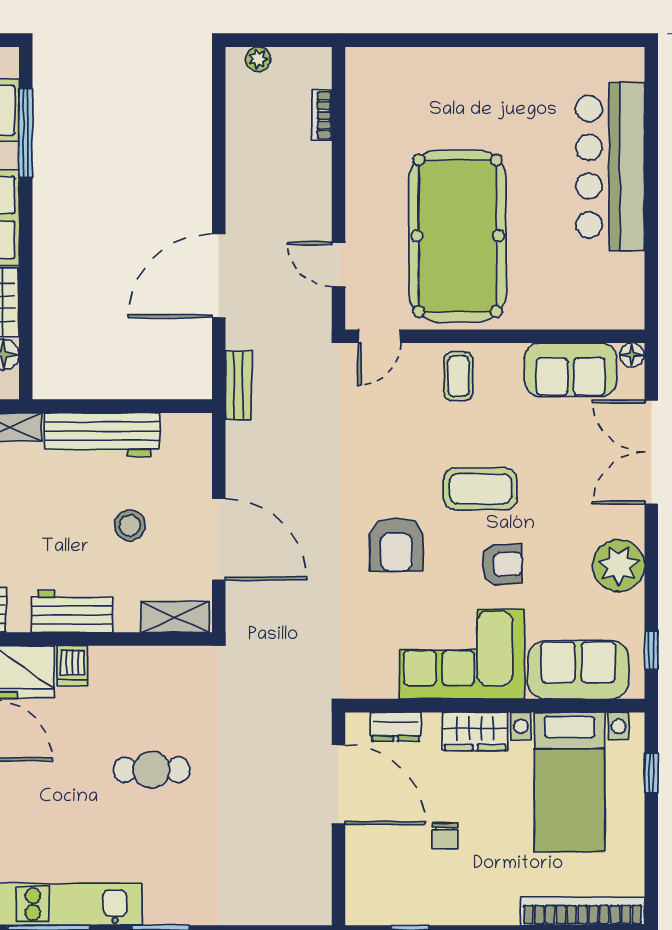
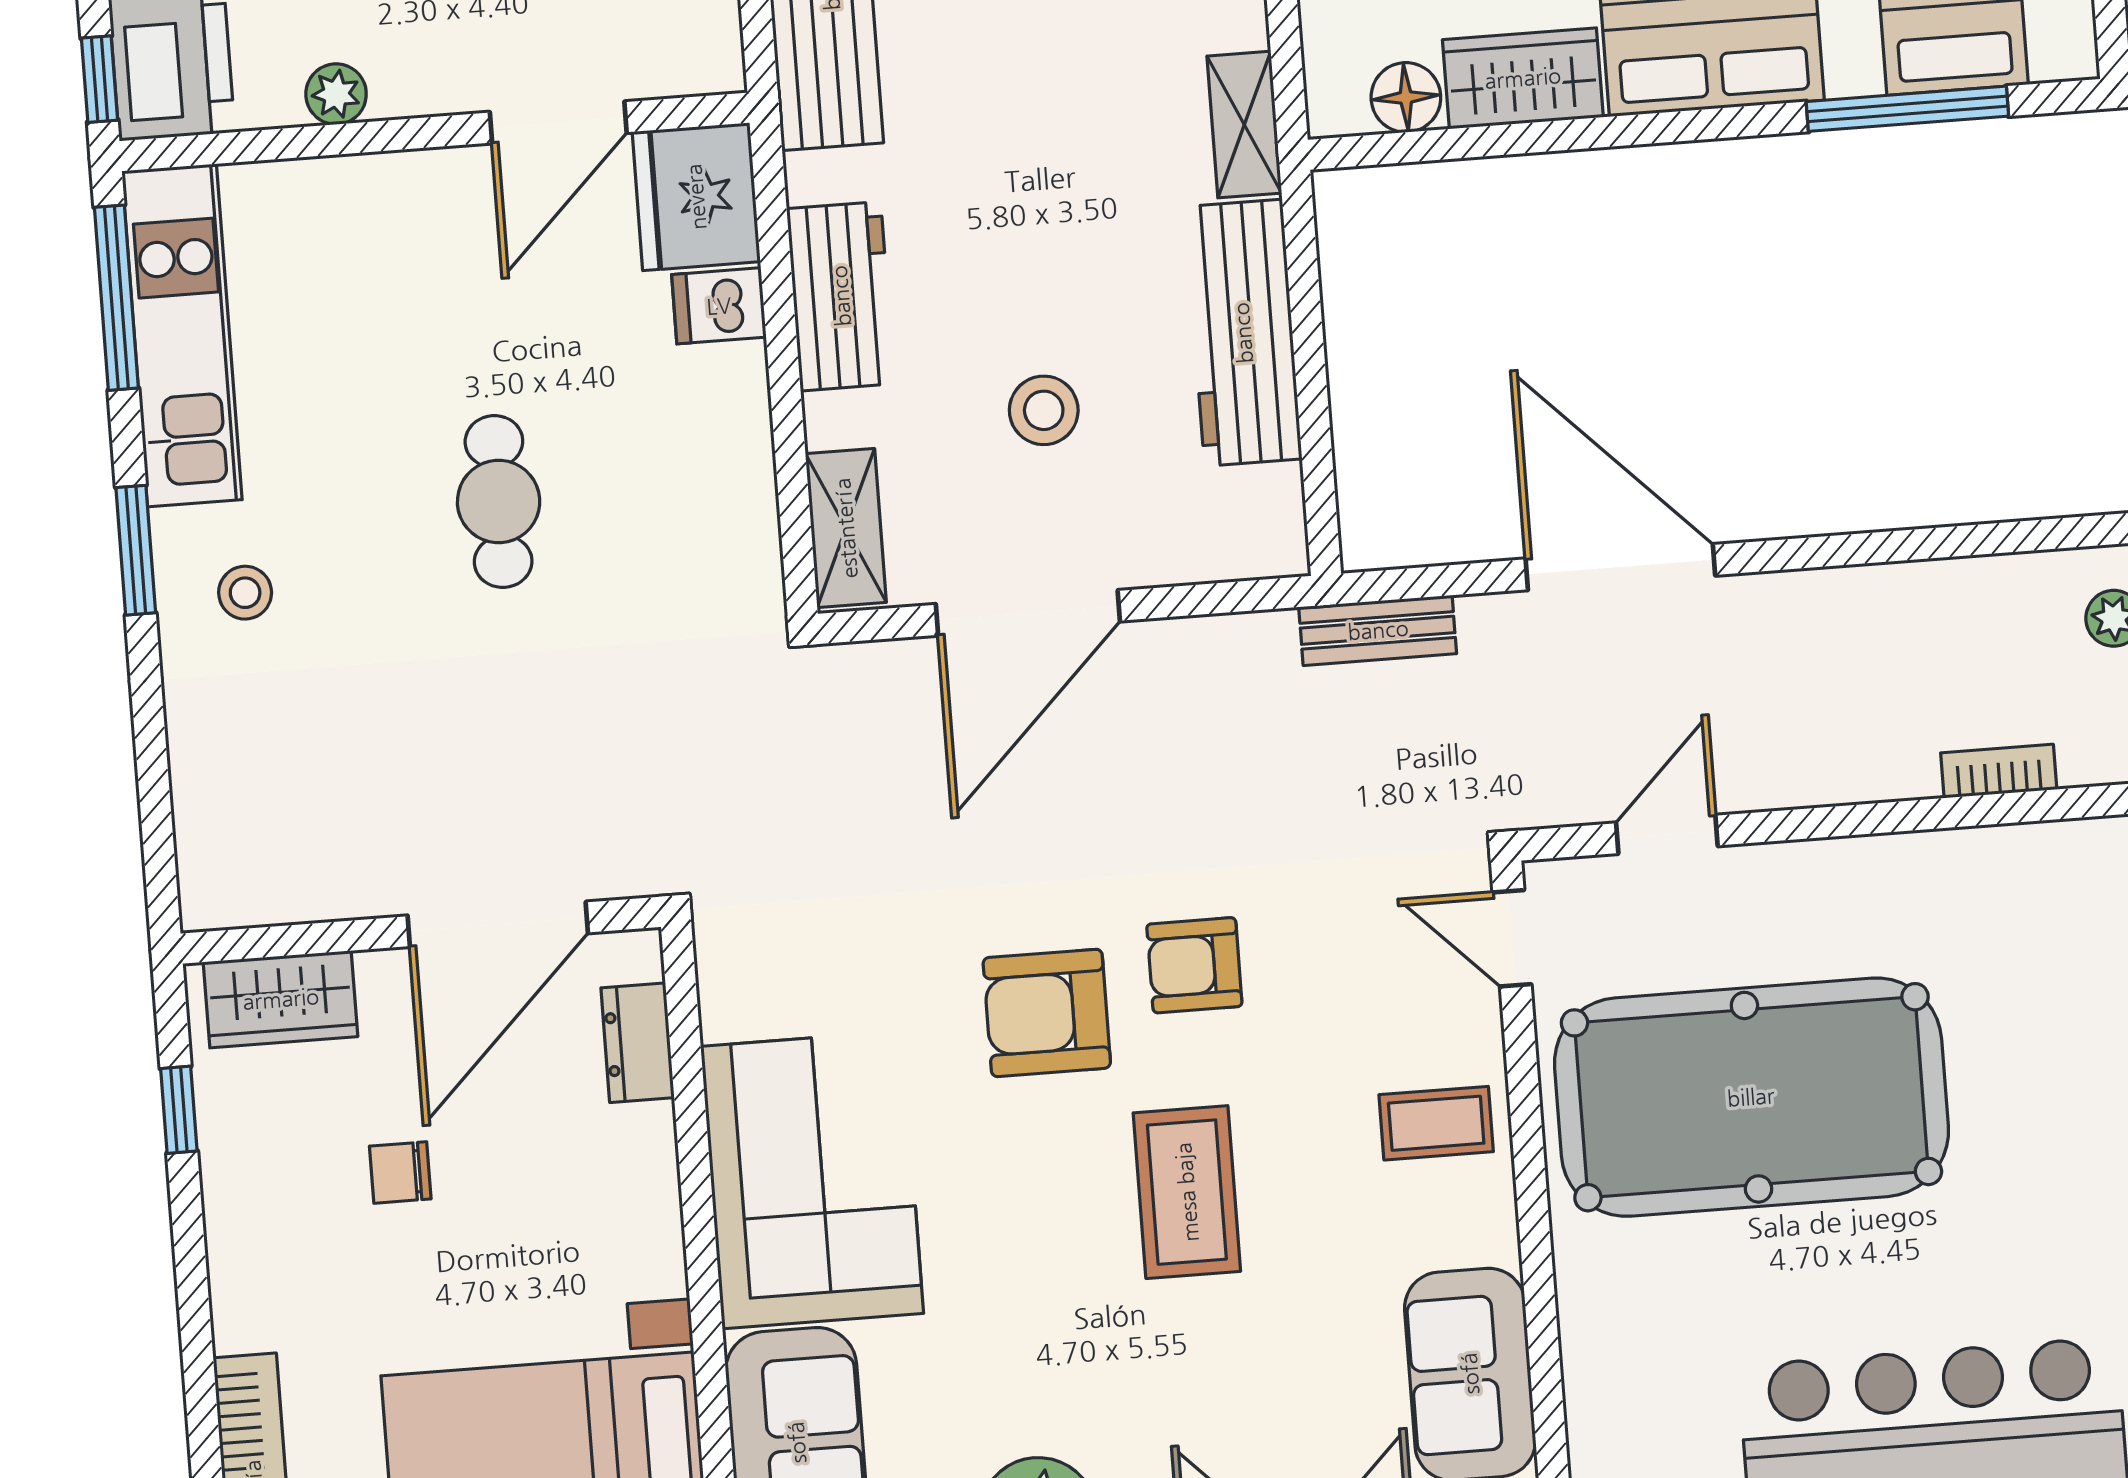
armchair: (502, 564) -> (1194, 965), moved, turned 92
wardrobe: (475, 731) -> (281, 999), moved, turned -90
stool: (183, 885) -> (245, 593), added

